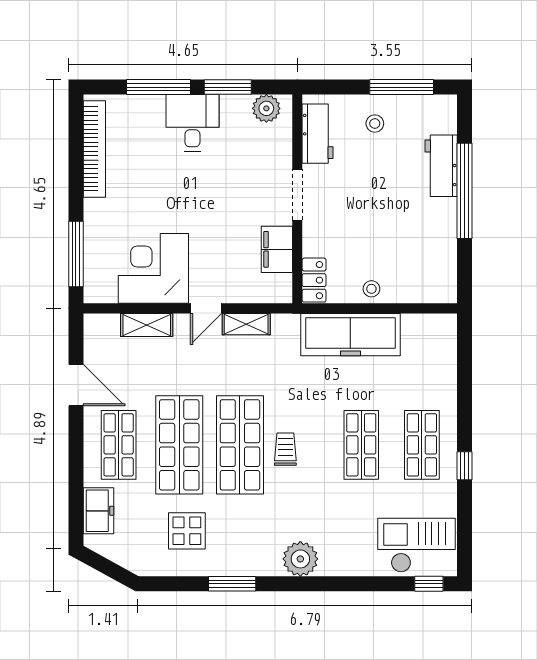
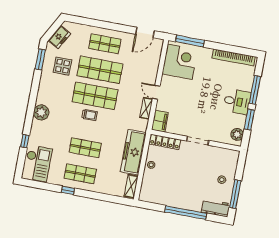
workbench: (318, 134) -> (222, 154), removed
workbench: (441, 166) -> (216, 208), moved
filing cabinet: (277, 249) -> (160, 121), moved, turned 90
corner desk: (153, 268) -> (180, 62), moved
locker: (314, 280) -> (165, 142), width x1.53
shelving: (147, 325) -> (131, 186), moved
door: (76, 385) -> (145, 32), moved
freezer: (98, 511) -> (59, 37), moved, turned -61
window: (232, 584) -> (40, 59), moved
window: (429, 584) -> (25, 141), moved

